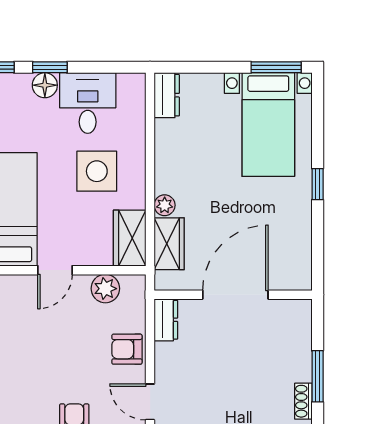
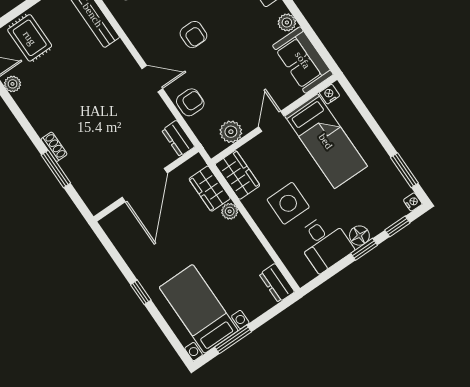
window: (276, 67) -> (233, 339), moved

